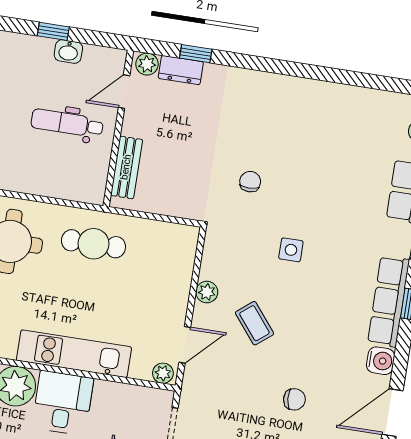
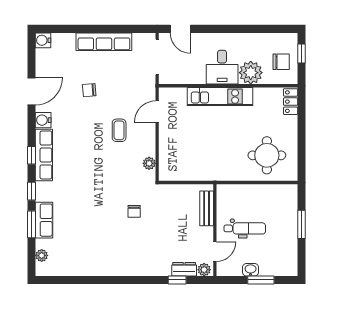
window: (53, 31) -> (261, 280), width x1.50
cafe table: (93, 244) -> (219, 161), removed
side table: (291, 250) -> (105, 176), removed
plant: (207, 292) -> (149, 163), moved
coffee table: (254, 323) -> (119, 130), turned 39
plant: (163, 373) -> (167, 93), removed

